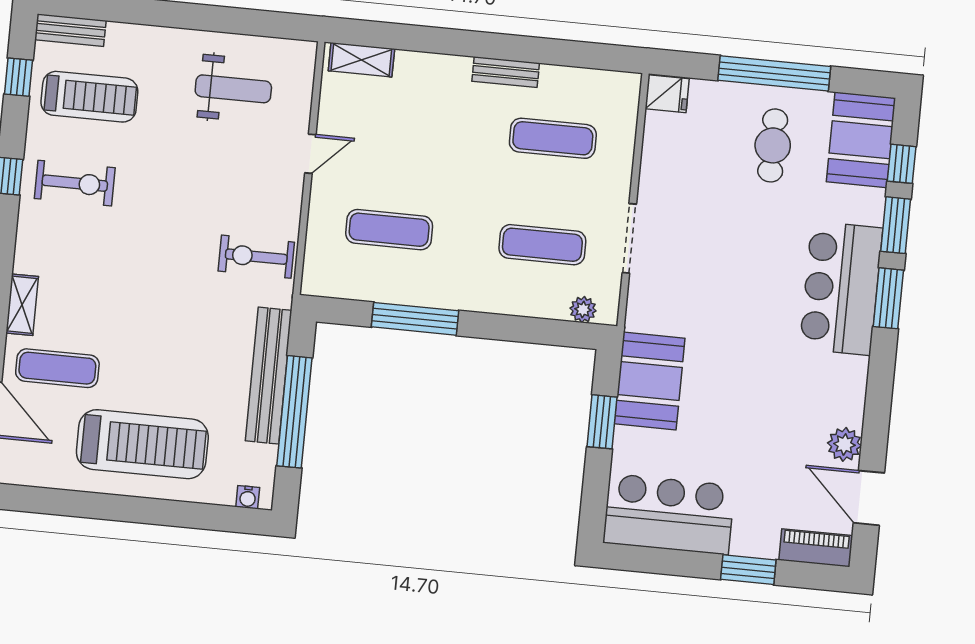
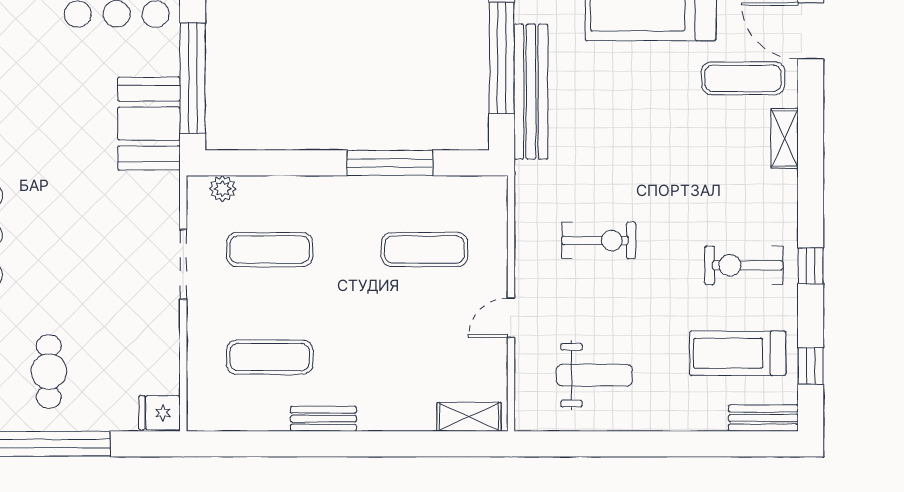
weight bench: (233, 89) -> (594, 375), turned 180
exercise bike: (256, 257) -> (599, 240), moved
window: (602, 422) -> (193, 78), width x2.11

